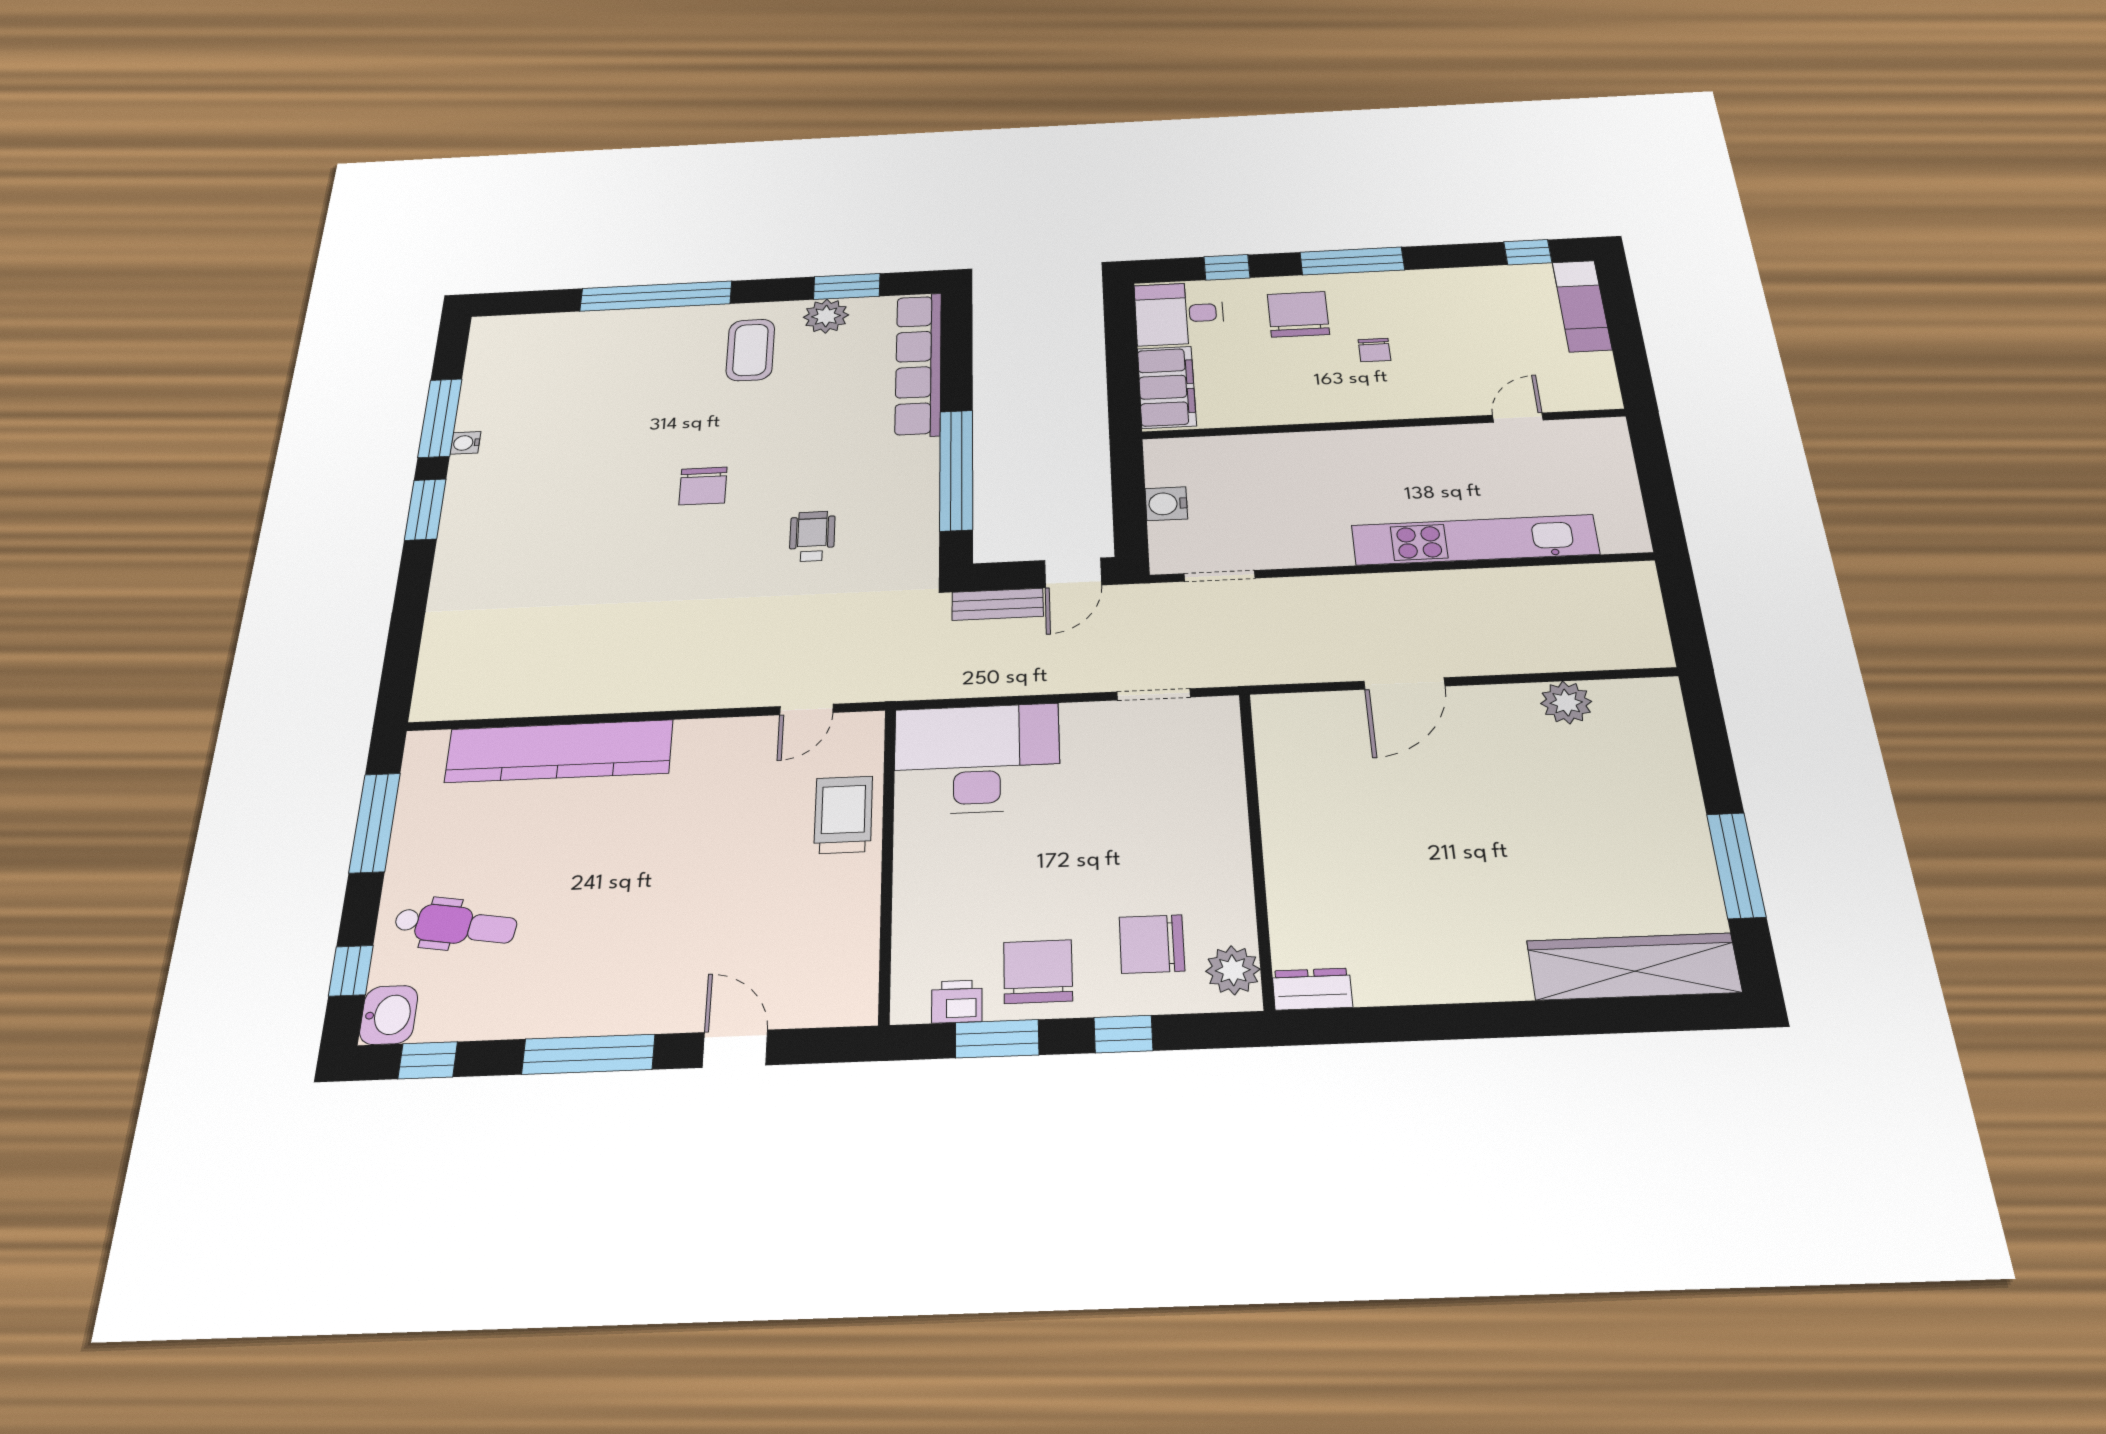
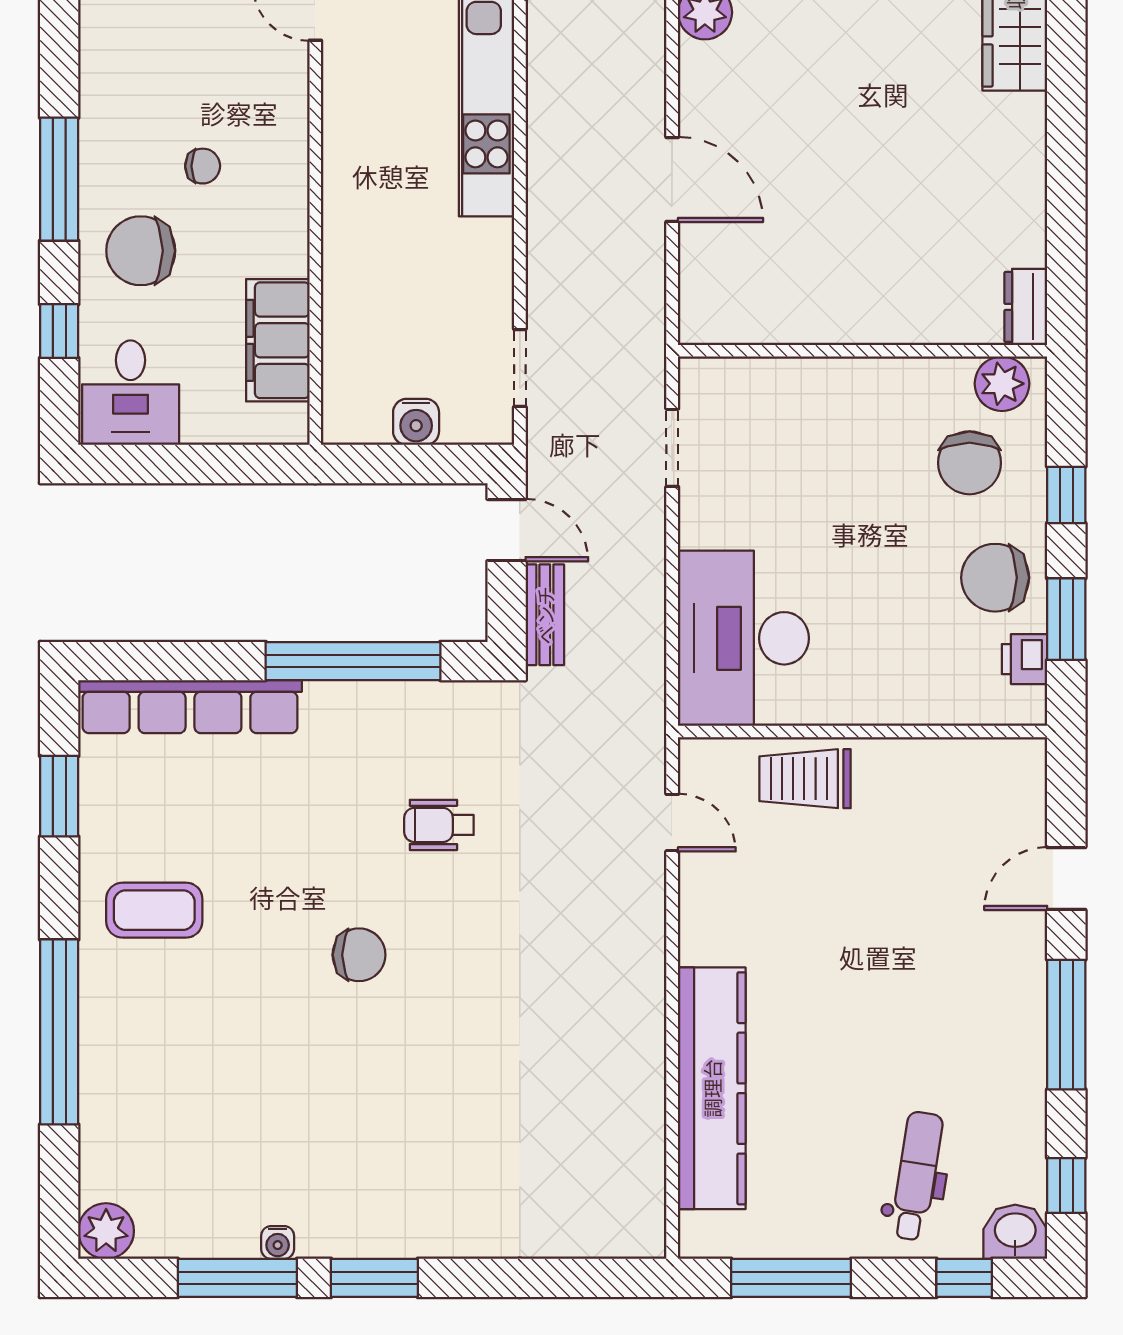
plant: (826, 316) -> (106, 1231), moved
filing cabinet: (1167, 387) -> (278, 340), moved, turned -90

